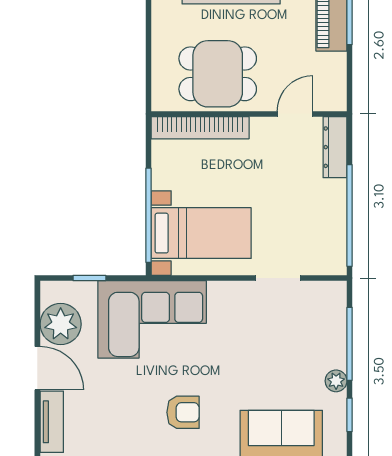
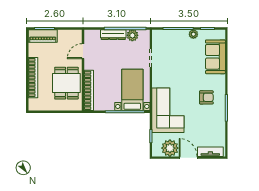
door: (295, 114) -> (83, 51), hinge flipped
dresser: (335, 147) -> (113, 35), moved
plant: (333, 233) -> (132, 35), added
door: (37, 368) -> (188, 158), hinge flipped
armchair: (183, 412) -> (206, 97), turned 90

